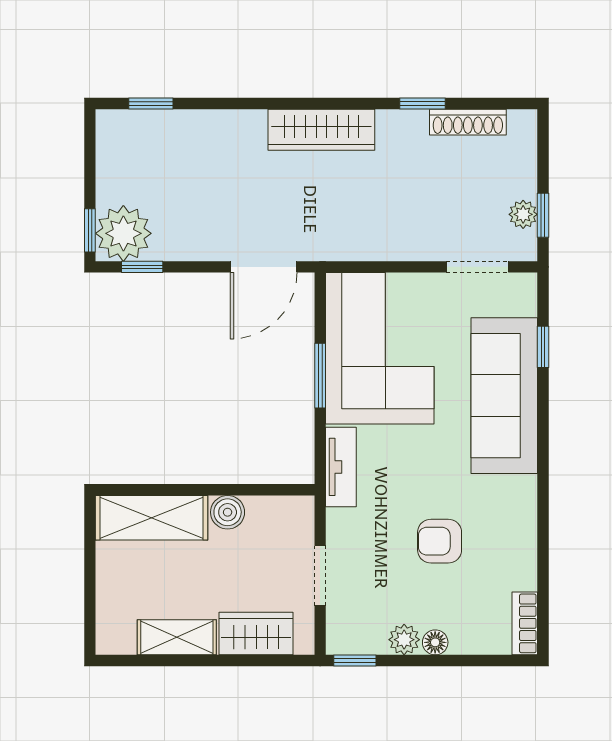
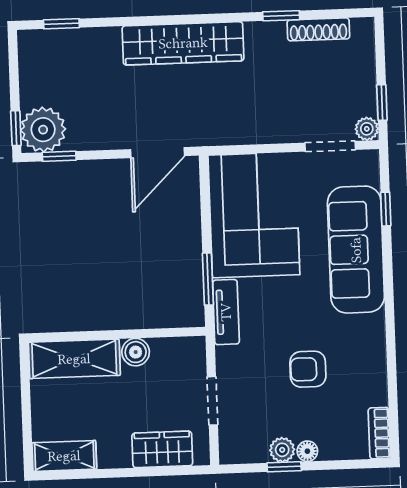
wardrobe: (321, 130) -> (183, 43), width x1.40, depth x1.17
plant: (523, 214) -> (367, 129), moved
window: (320, 376) -> (208, 279), moved
shelving: (177, 637) -> (64, 456), moved
window: (355, 661) -> (284, 467), moved

